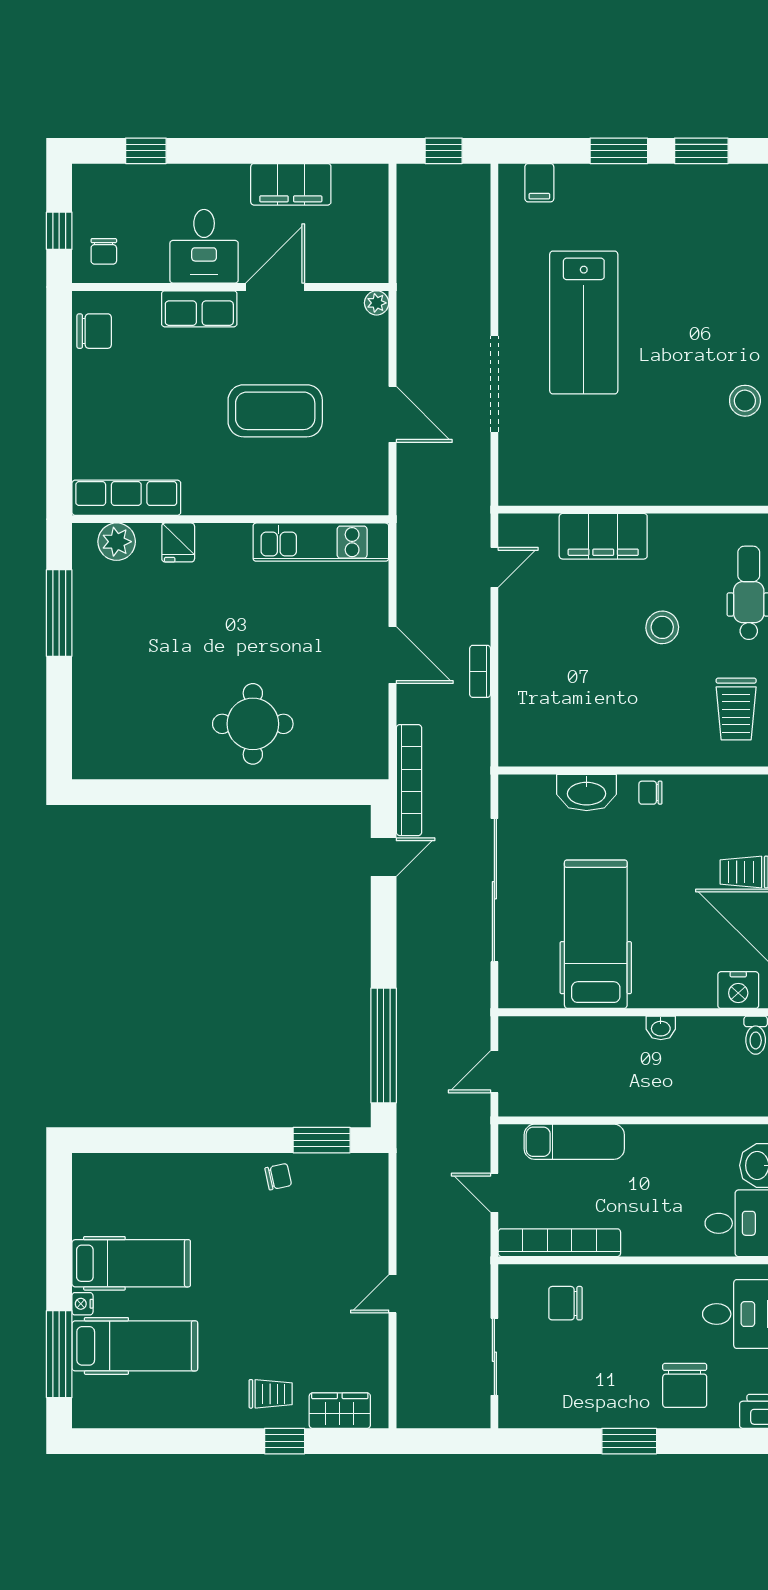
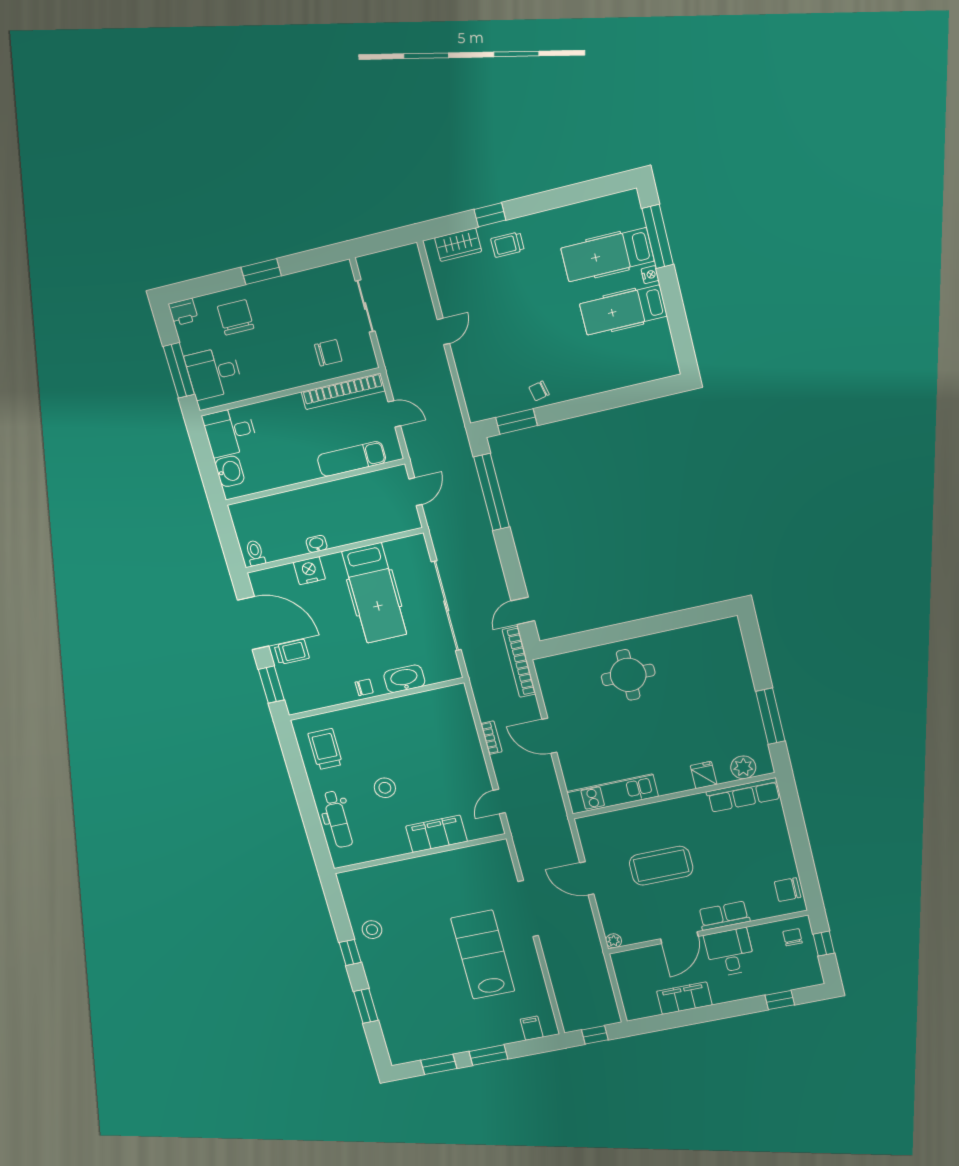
nightstand: (738, 990) -> (309, 571), moved

